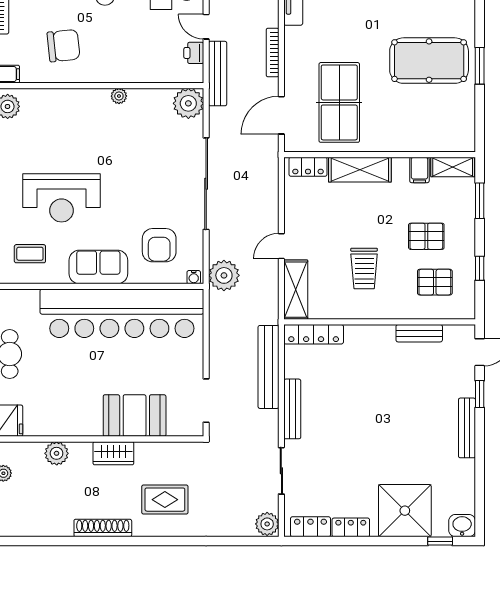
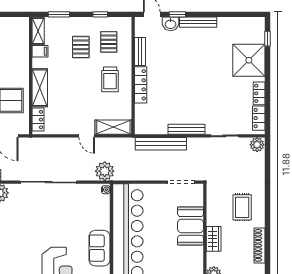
armchair: (159, 245) -> (86, 211), removed
trolley: (364, 268) -> (110, 79), moved, turned 90
locker: (314, 334) -> (141, 85), moved
washbasin: (462, 526) -> (171, 24), moved, turned -90

